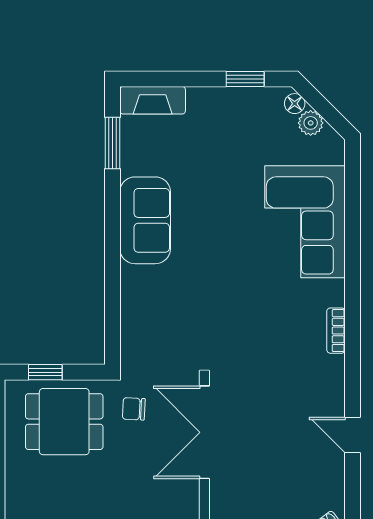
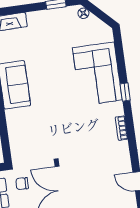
plant: (311, 123) -> (93, 22), removed
window: (352, 263) -> (125, 92), added

